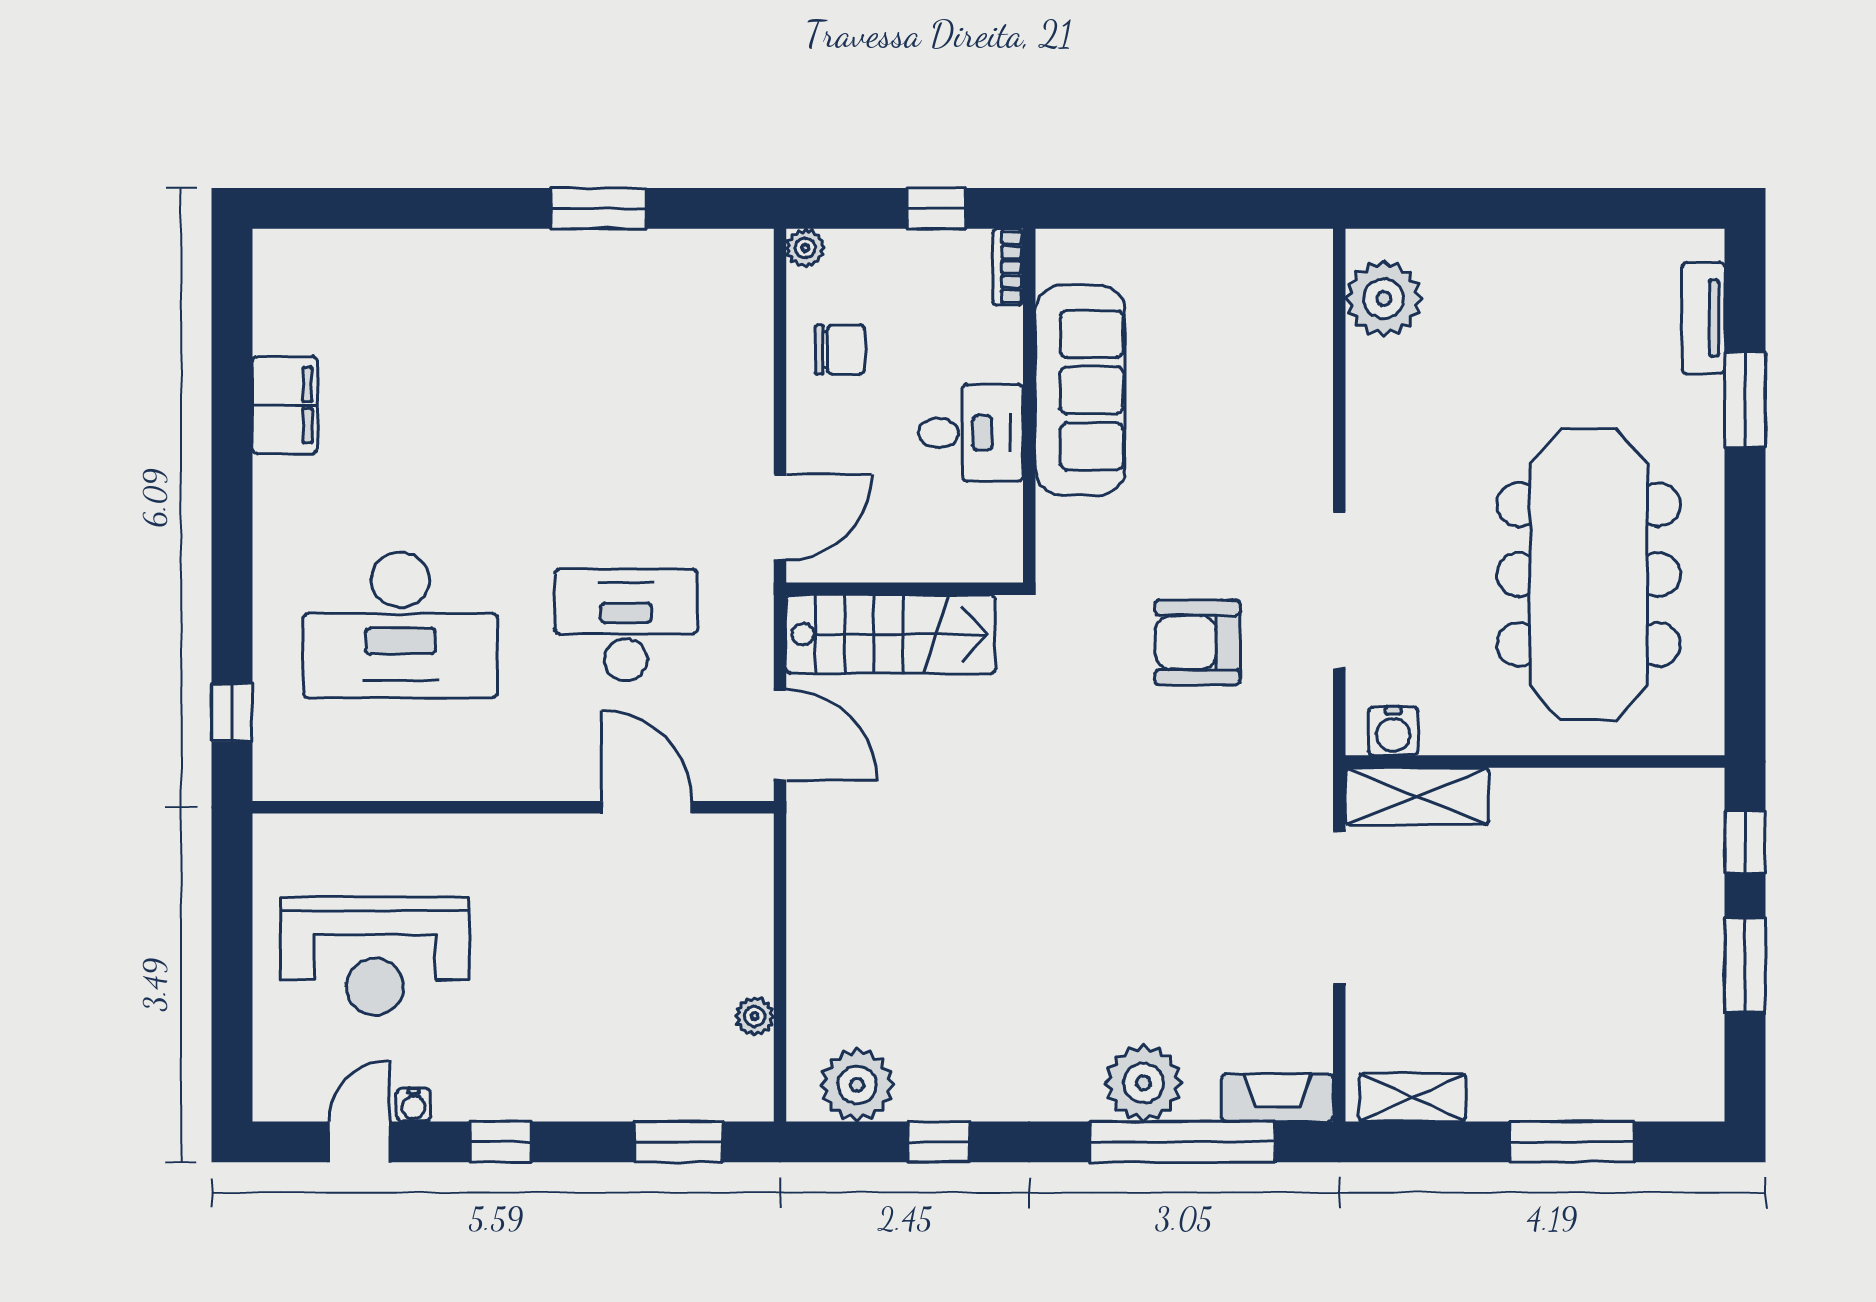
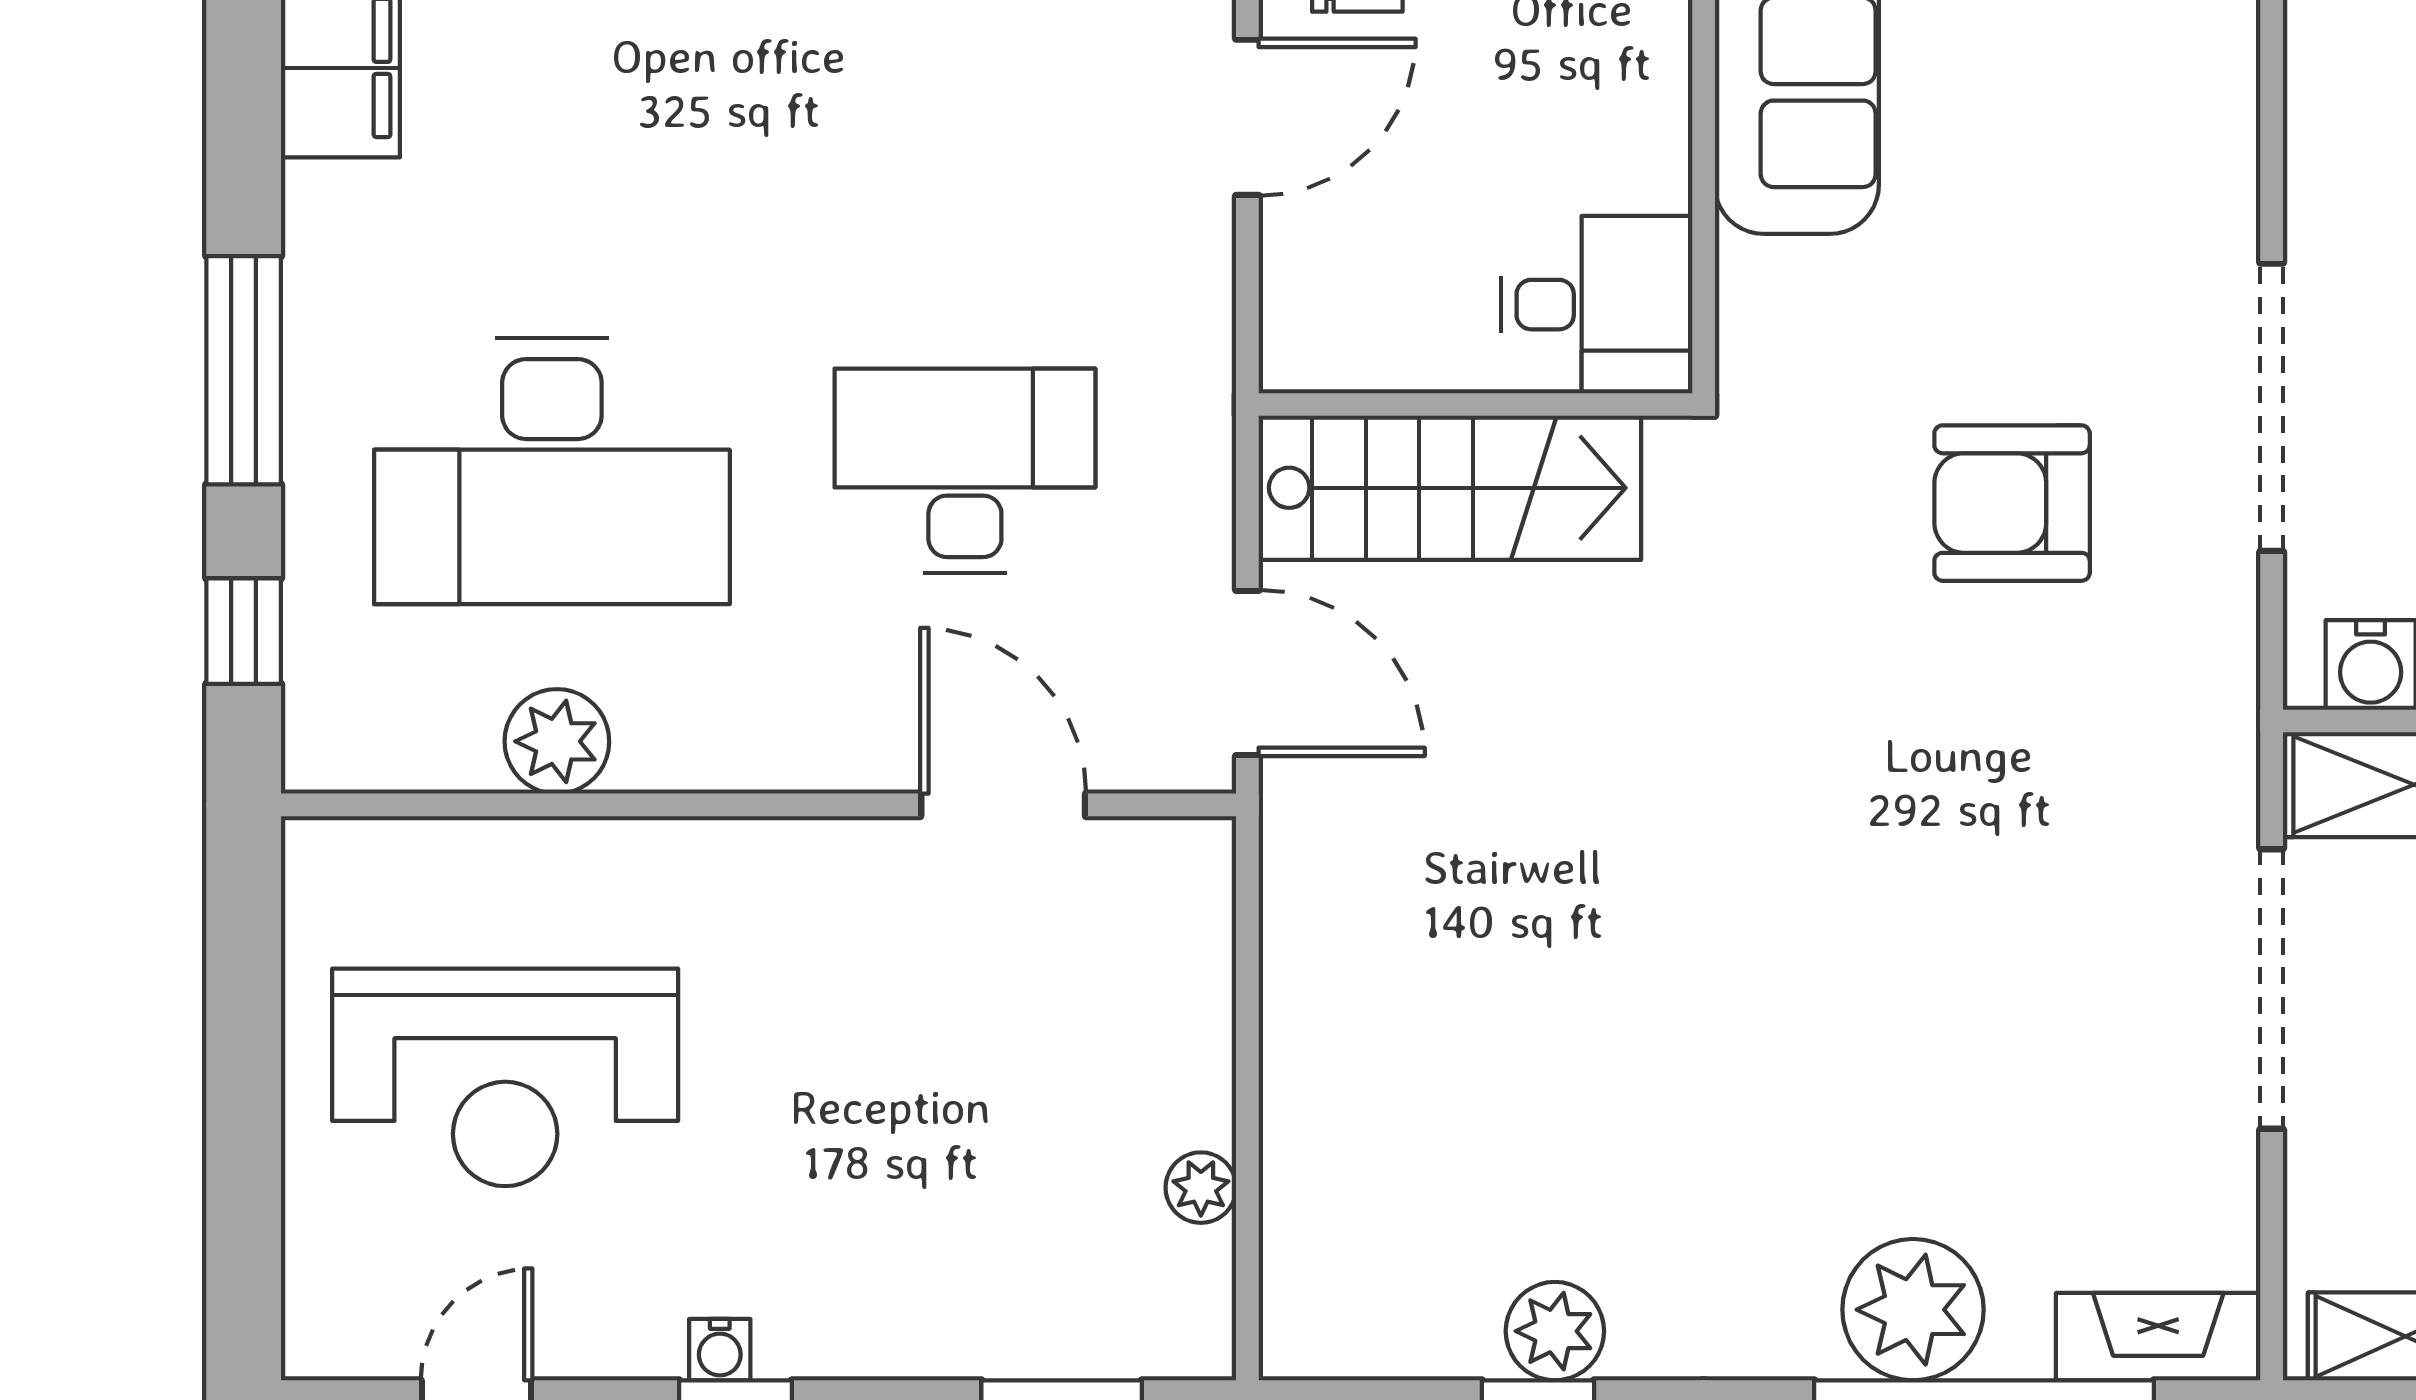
desk: (971, 433) -> (1597, 305), moved
door: (780, 517) -> (1247, 117), moved
window: (232, 570) -> (244, 370), added
plant: (403, 773) -> (557, 741), added
plant: (857, 1085) -> (1555, 1331), moved, width x0.73, depth x0.73
water cooler: (414, 1105) -> (720, 1350), moved

